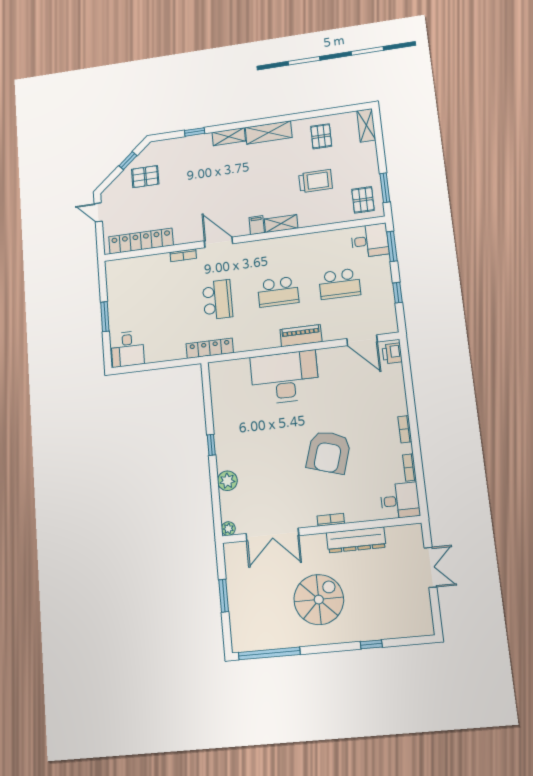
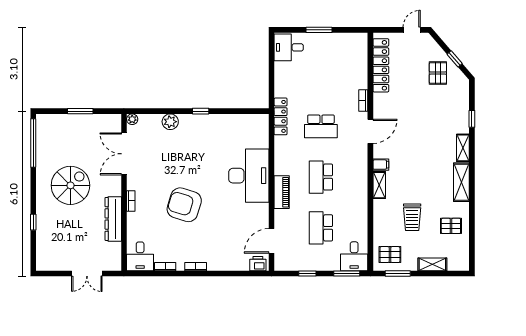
shelving: (366, 125) -> (432, 264), moved
spiral stairs: (319, 600) -> (70, 185), turned -90

